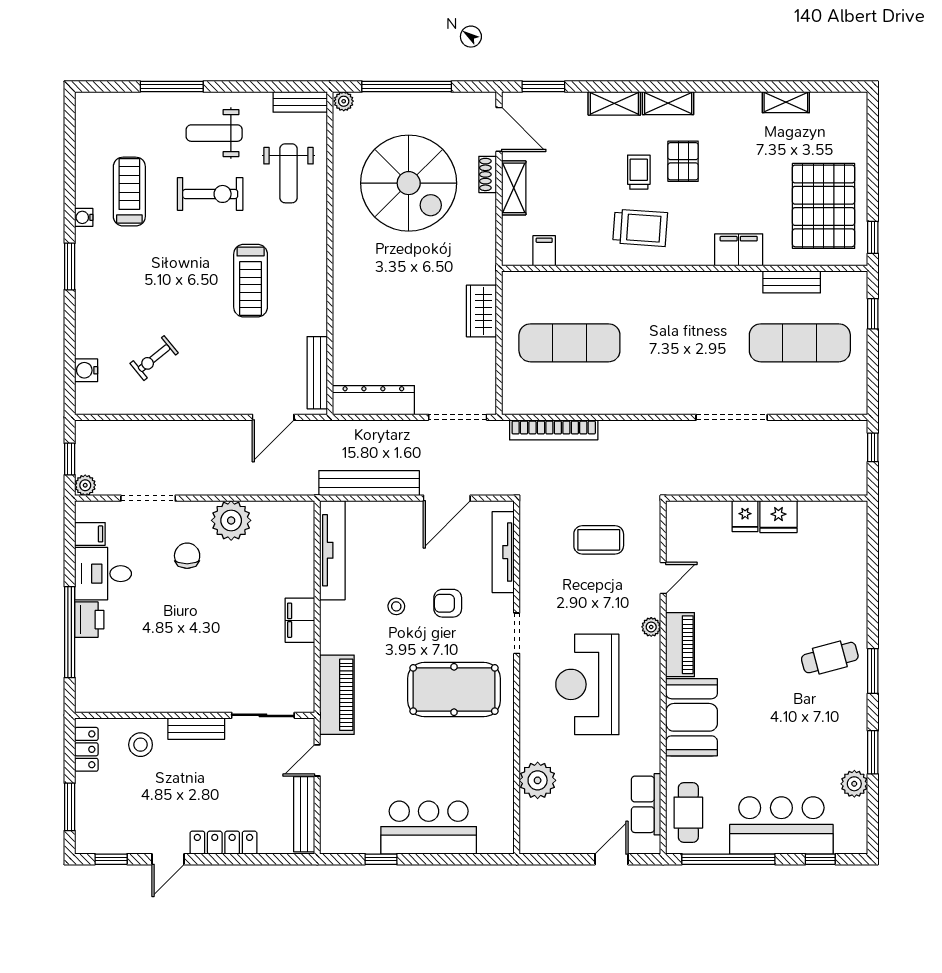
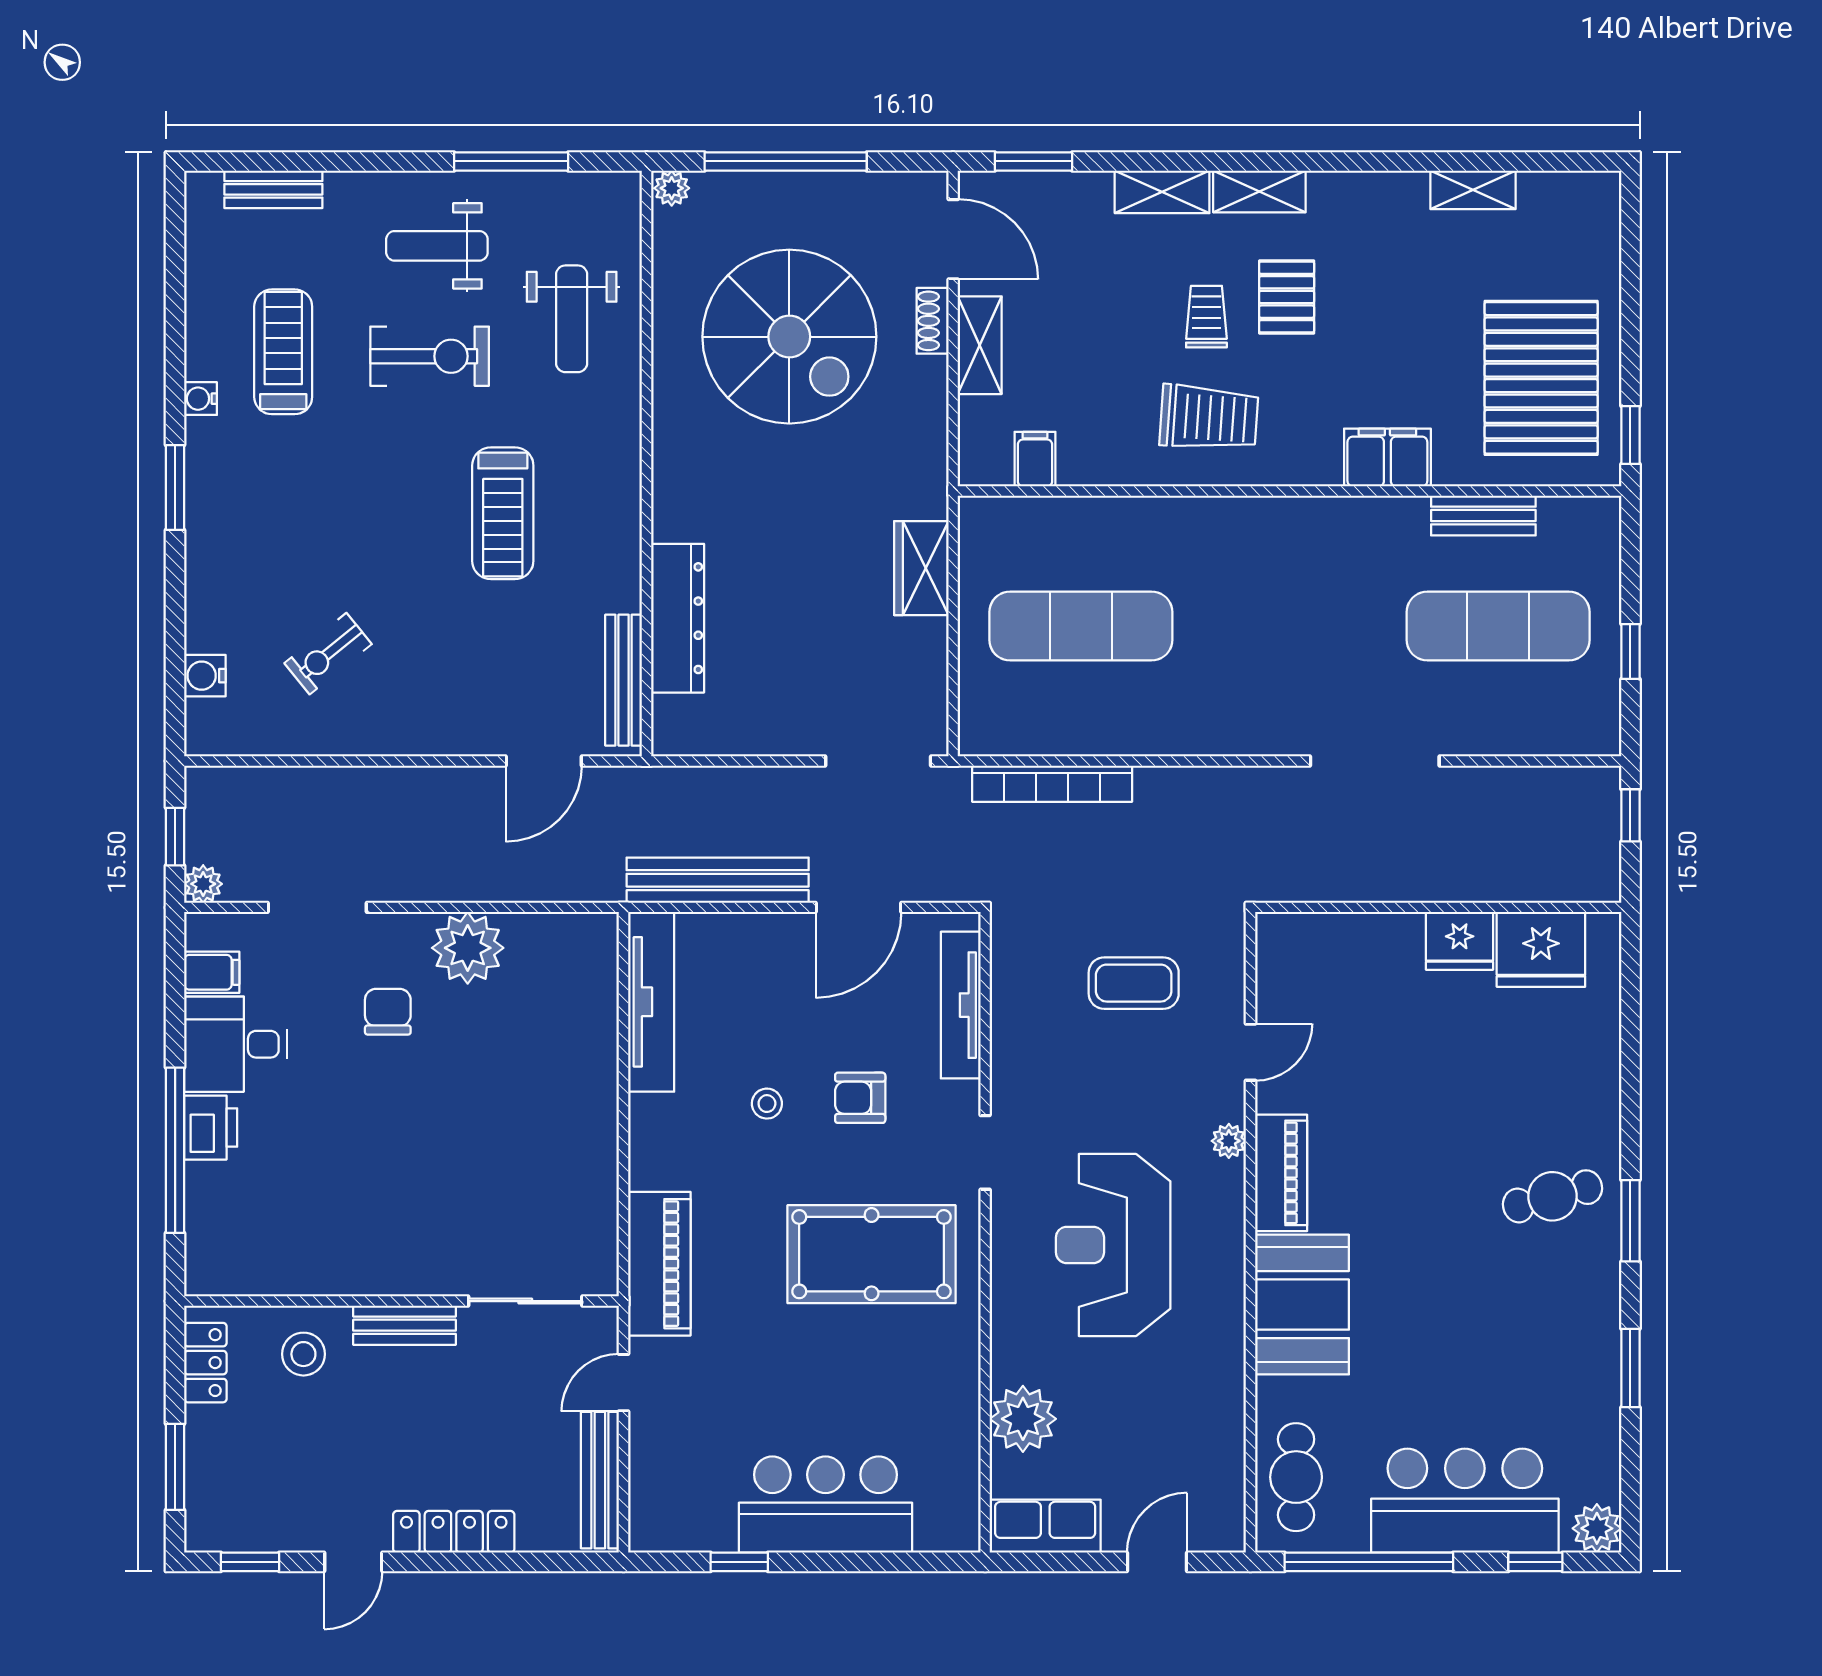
window: (172, 86) -> (511, 161), moved
bench: (300, 102) -> (273, 189), moved
window: (873, 314) -> (1630, 651), moved
dresser: (373, 400) -> (678, 618), moved, turned 90
fridge: (745, 516) -> (1541, 949), moved, width x1.88, depth x1.34
filing cabinet: (300, 620) -> (592, 1129), removed
plant: (854, 784) -> (1597, 1528), moved
row of seats: (646, 804) -> (1045, 1526), moved, turned 90

